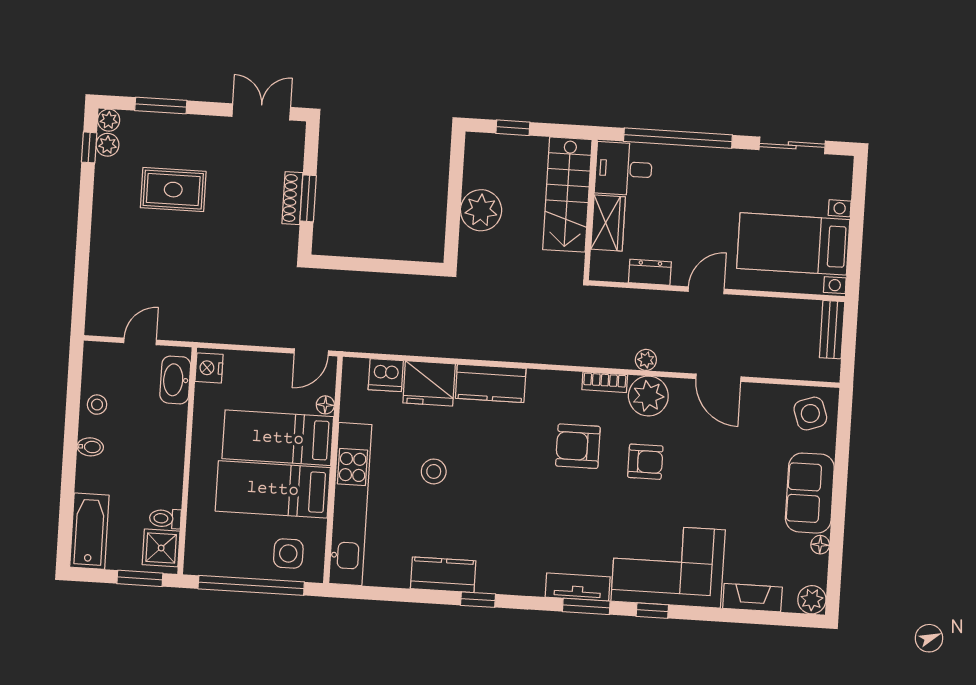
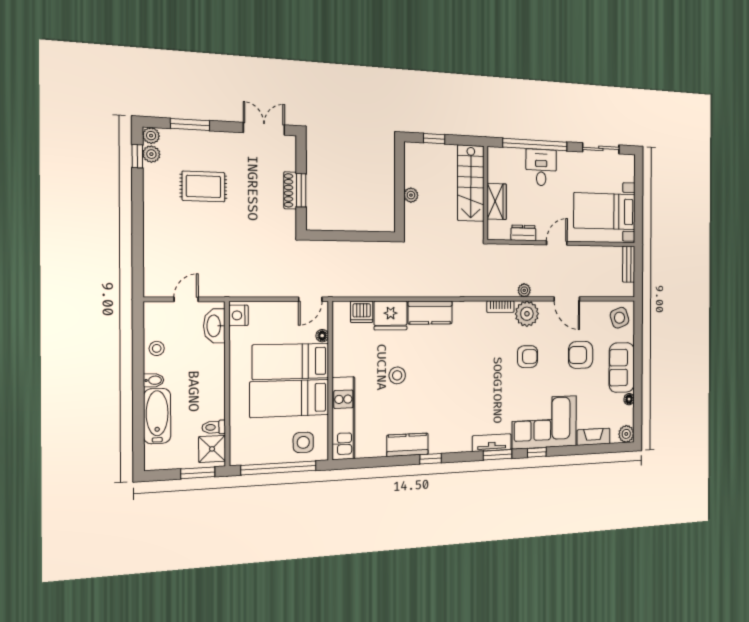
desk: (624, 169) -> (541, 167), moved, turned 90
plant: (481, 210) -> (411, 195), width x0.53, depth x0.53
armchair: (578, 446) -> (581, 355), moved
kitchen unit: (350, 504) -> (343, 418), width x0.73
bathtub: (89, 531) -> (157, 416), moved

